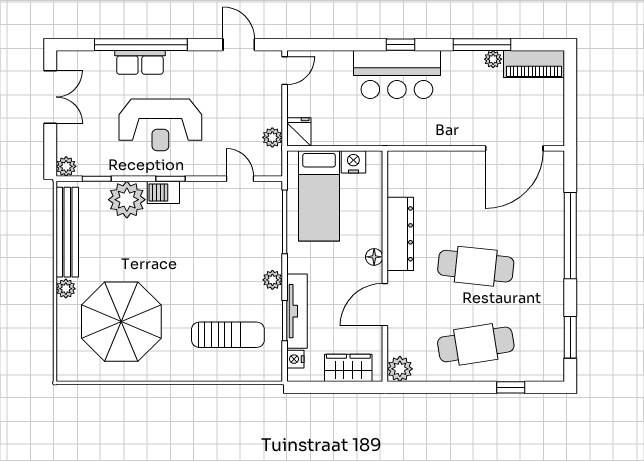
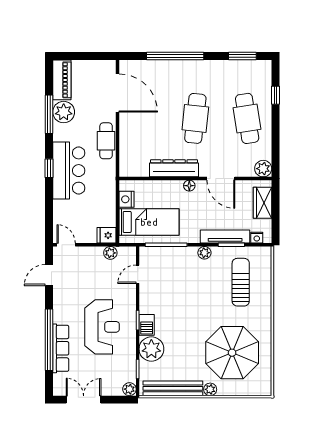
plant: (493, 59) -> (64, 112), width x1.88, depth x1.88
row of seats: (140, 62) -> (61, 348), width x1.48
cafe table: (442, 131) -> (106, 141), added

